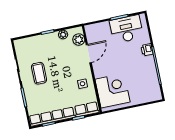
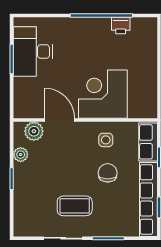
printer: (147, 50) -> (121, 26), moved
chair: (63, 89) -> (108, 173), added
corner desk: (113, 91) -> (103, 94), moved

